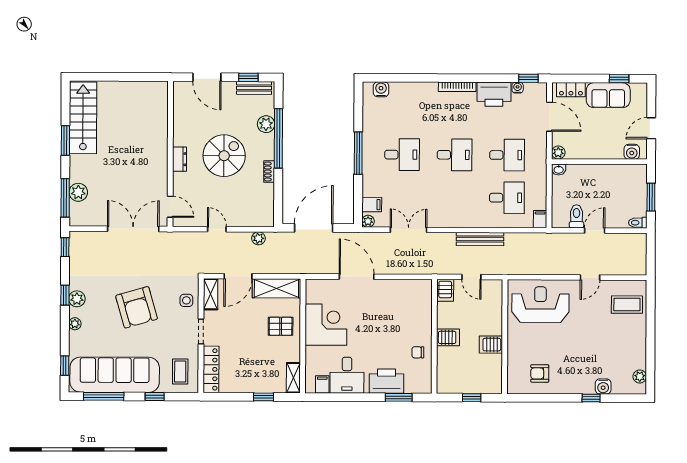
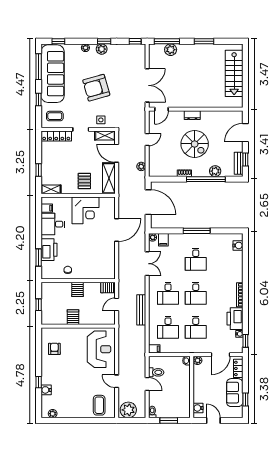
stairs: (83, 118) -> (234, 73), moved, turned 90
desk: (454, 198) -> (168, 293), added
plant: (634, 260) -> (128, 410), added

